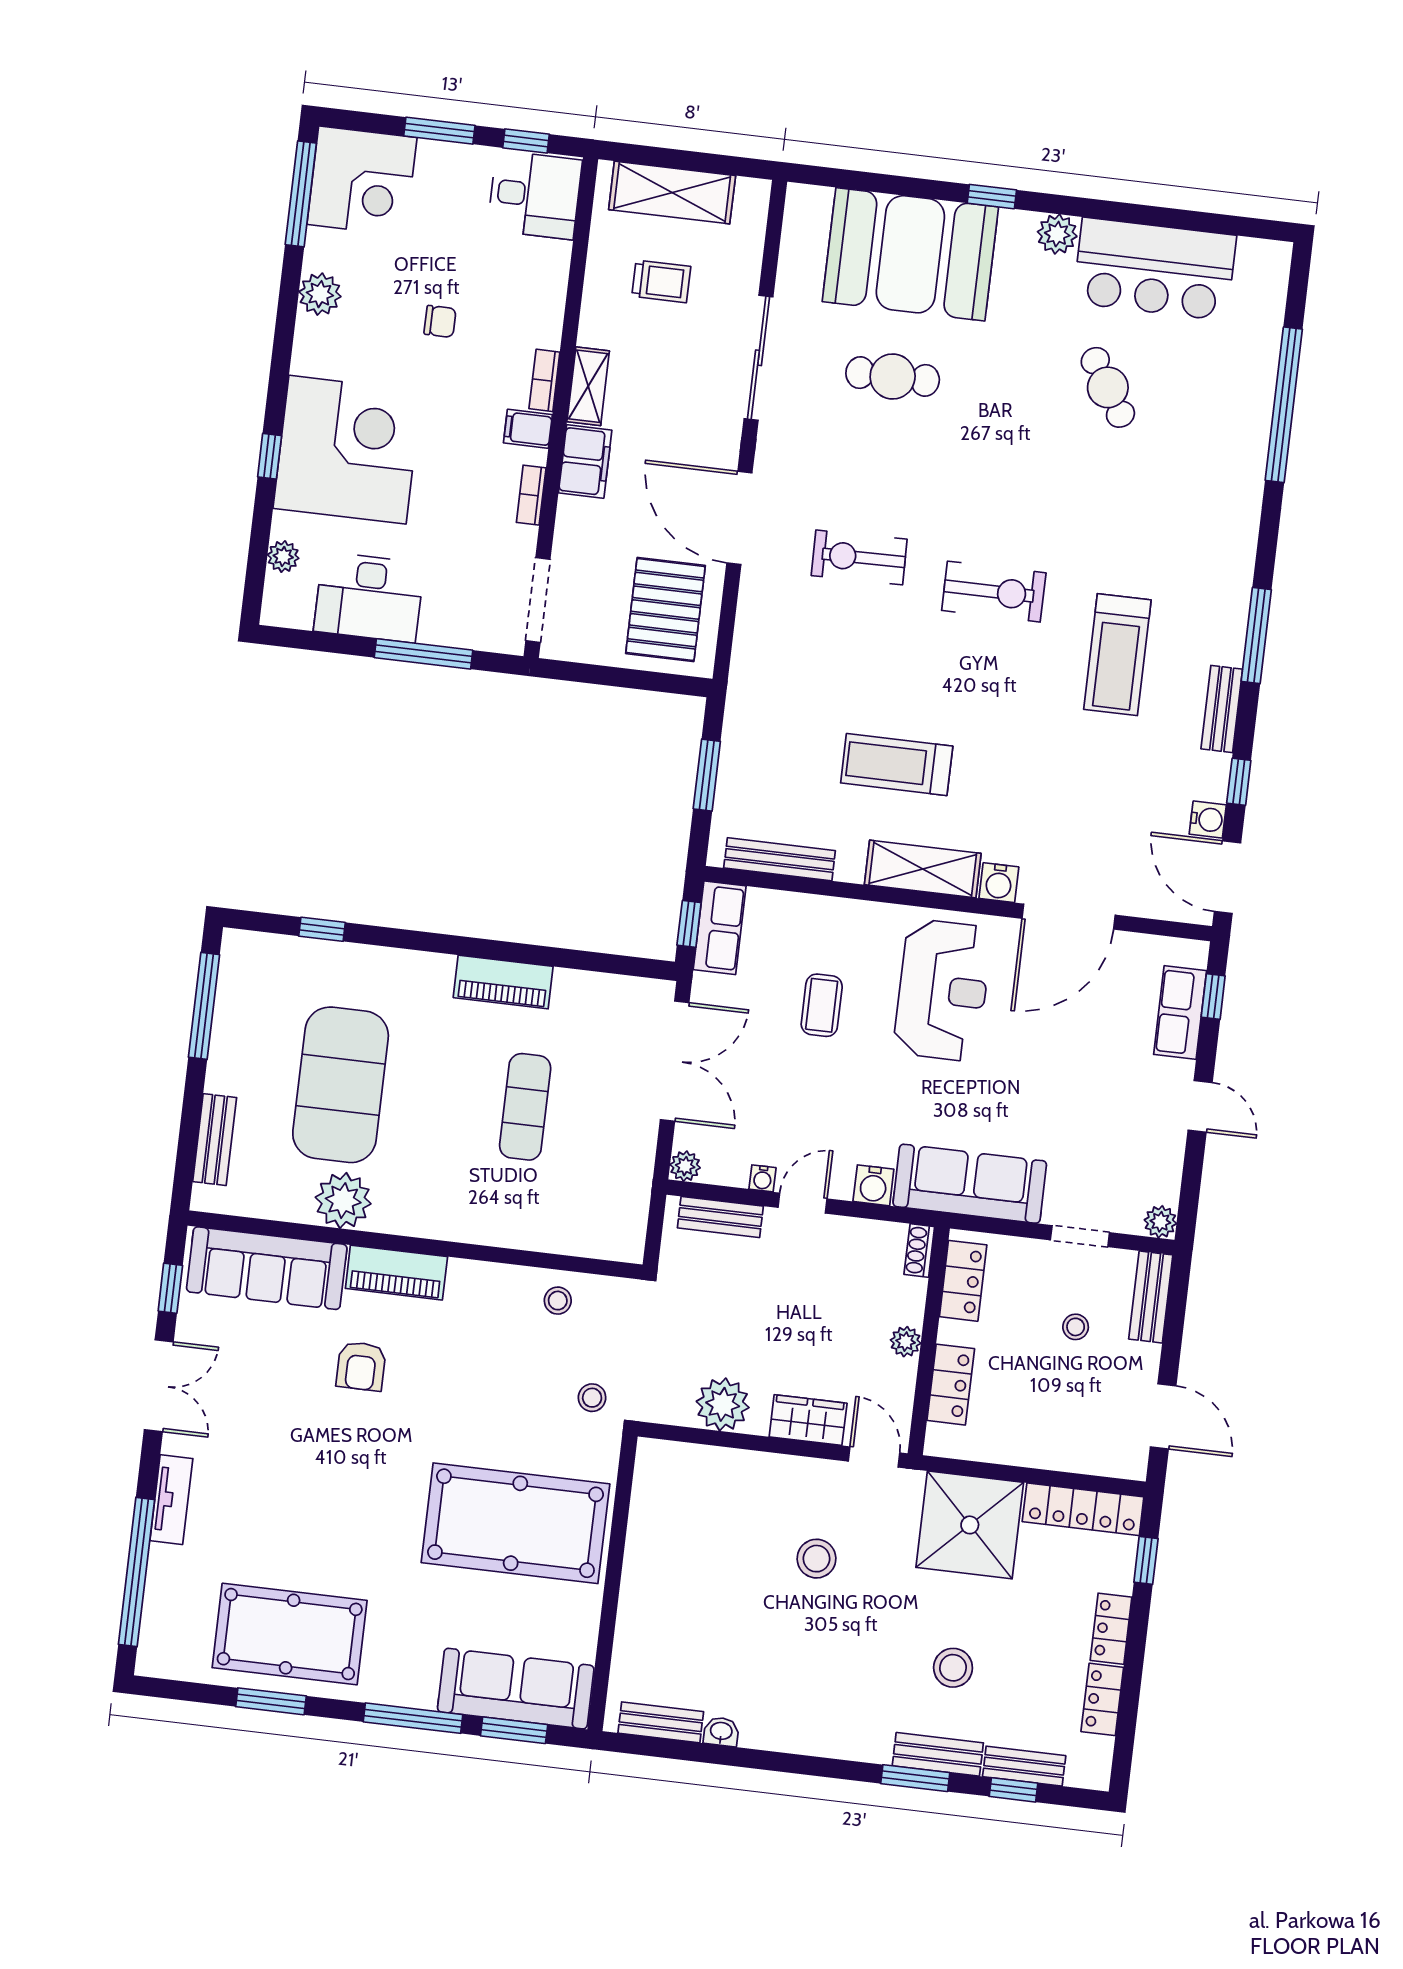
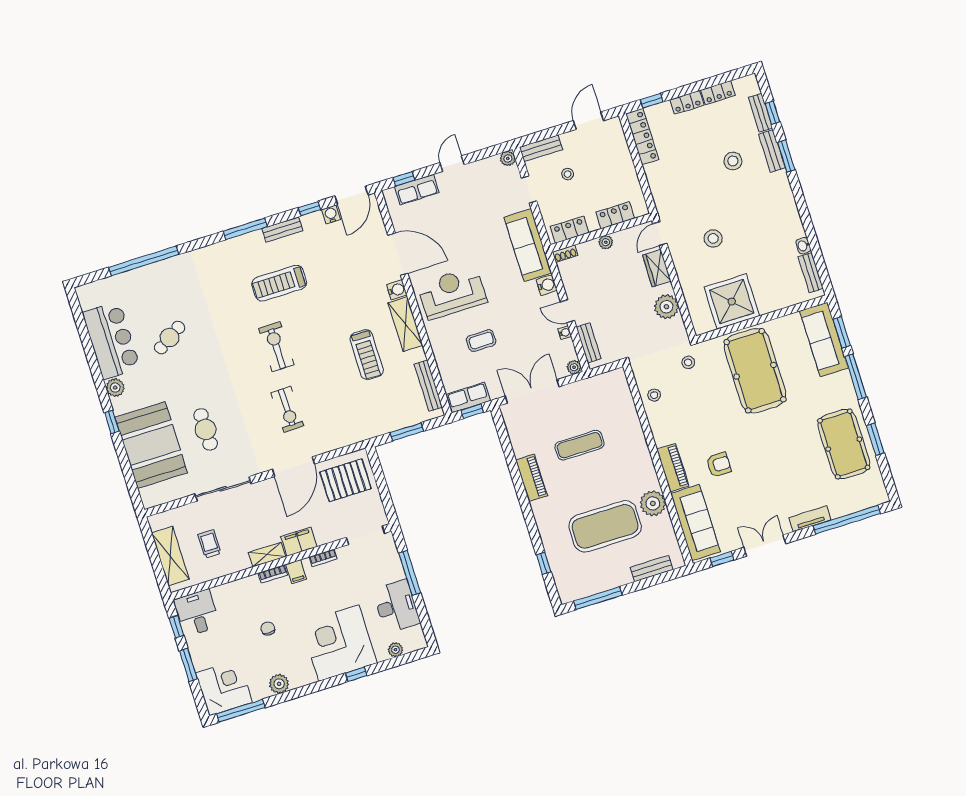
treadmill: (1117, 655) -> (279, 283), turned 180
shower: (970, 1525) -> (732, 302), moved

